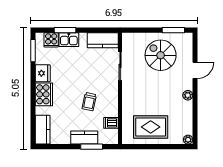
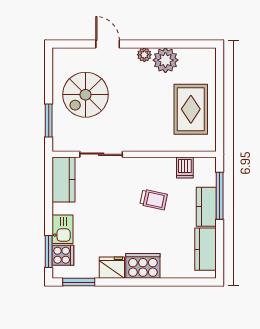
window: (65, 30) -> (49, 251), moved
window: (173, 30) -> (49, 121), moved
kitchen counter: (43, 130) -> (205, 249), moved, turned -90
plant: (188, 140) -> (165, 60), moved, width x1.88, depth x1.88
window: (92, 147) -> (220, 196), width x1.44

